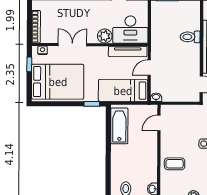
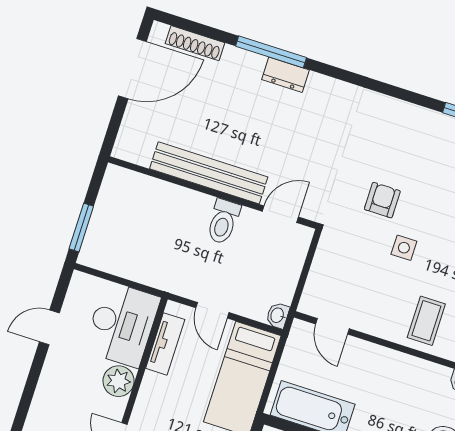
toilet: (190, 37) -> (223, 222), moved
tv unit: (128, 52) -> (165, 344), width x0.71

